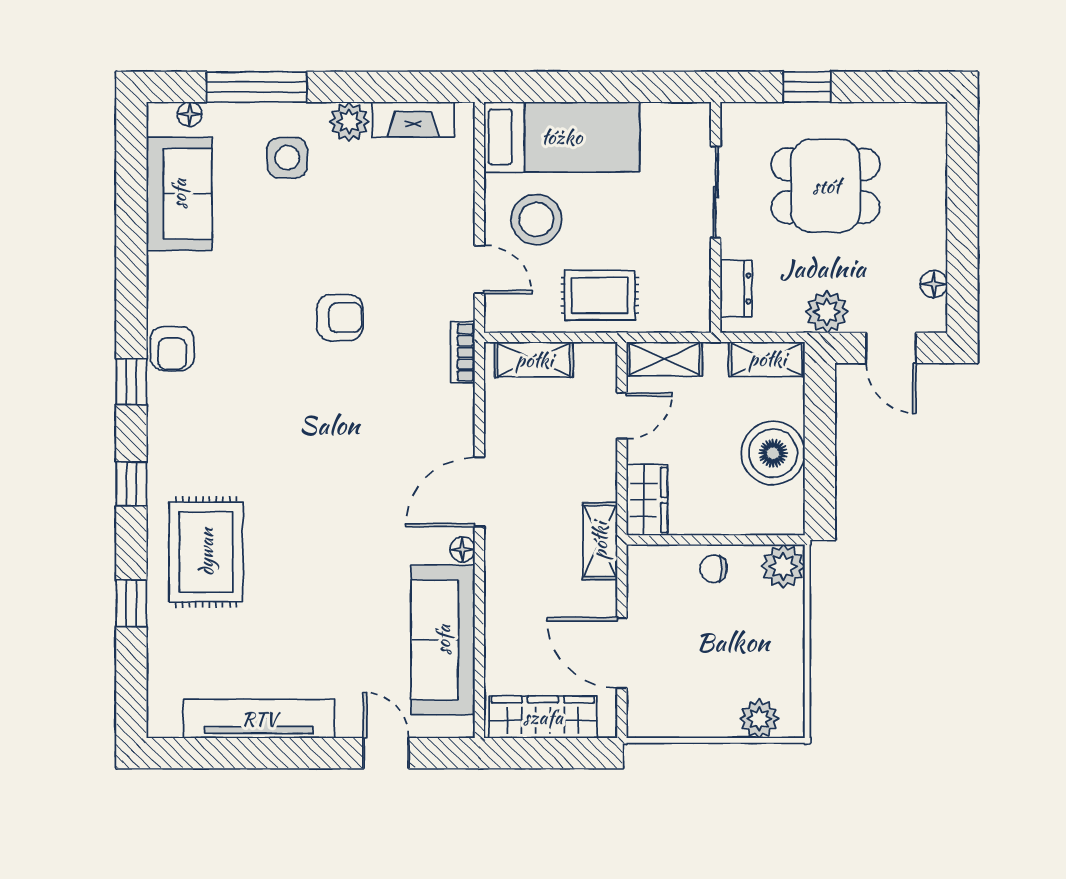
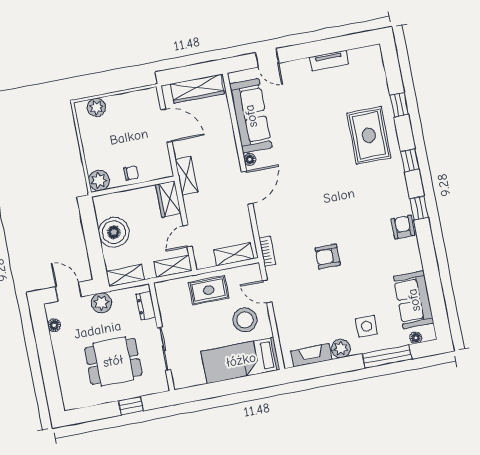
tv unit: (259, 719) -> (329, 61), width x0.52, depth x0.78

